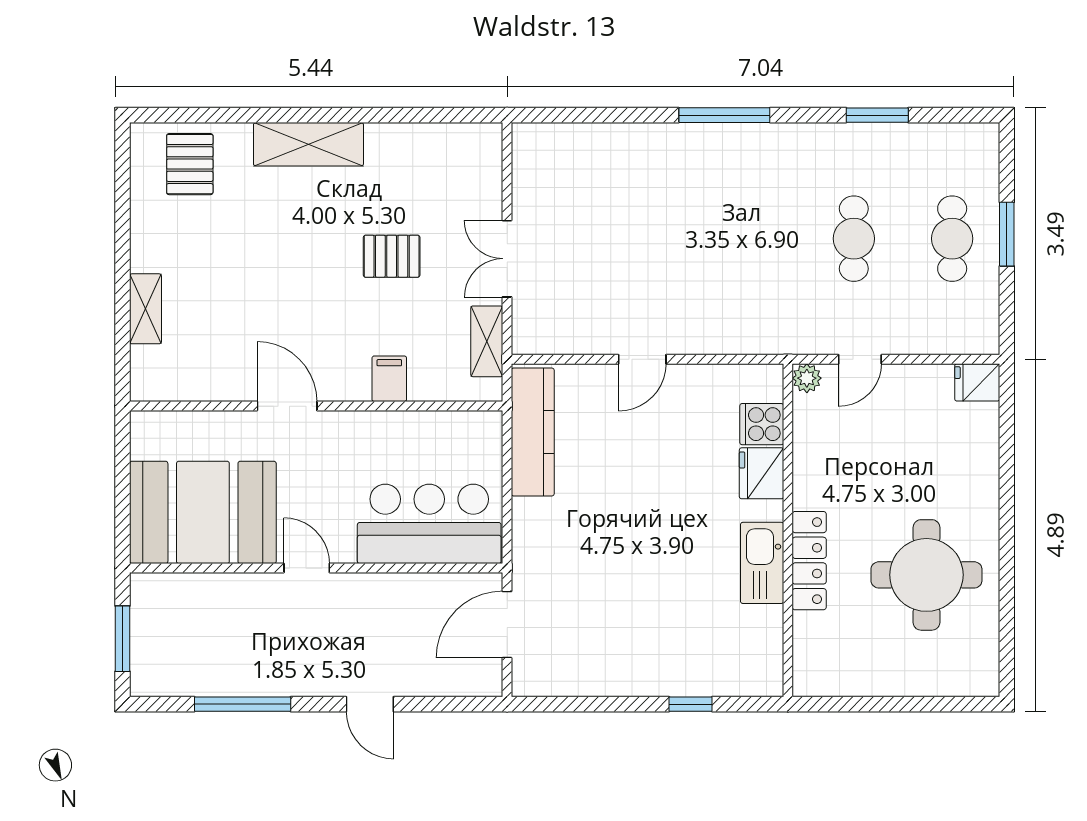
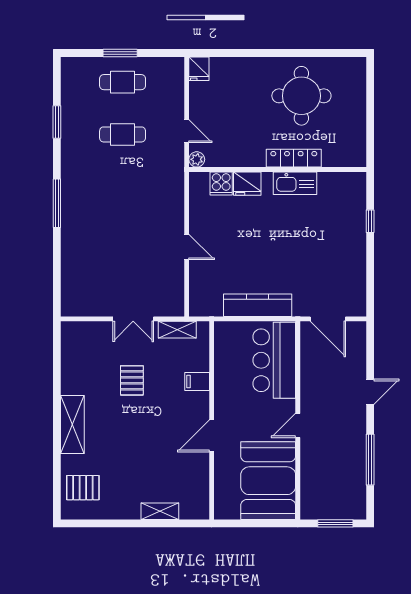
kitchen counter: (533, 432) -> (258, 305), moved

